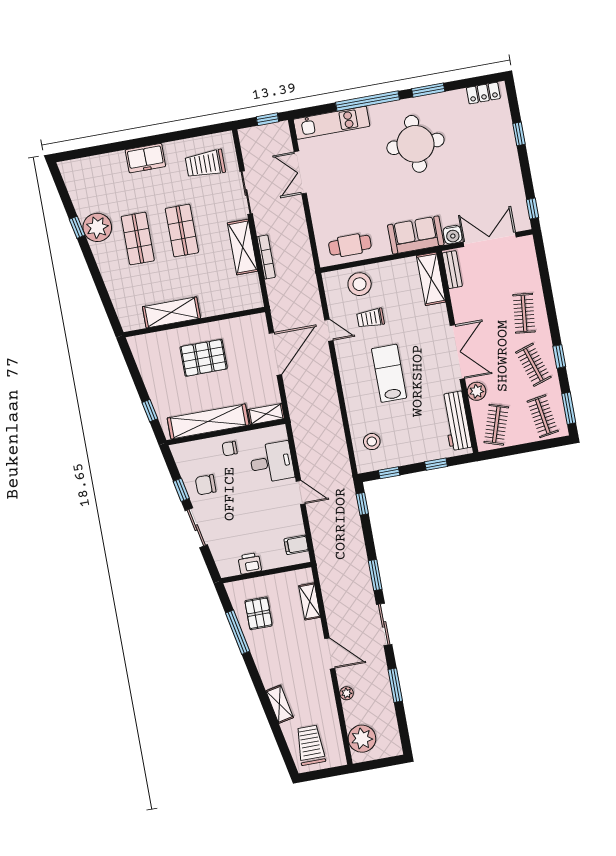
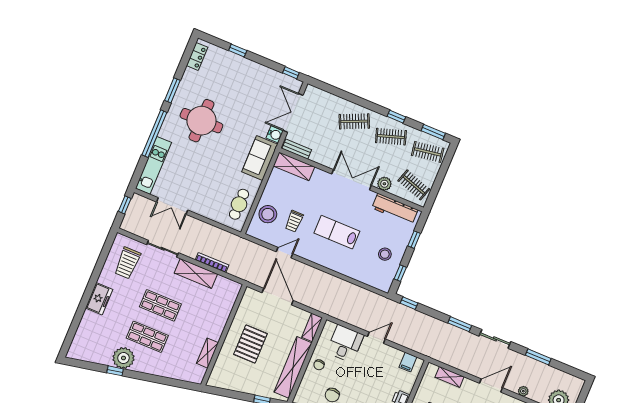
shelving: (171, 312) -> (208, 353), width x0.67, depth x0.75
clothes rail: (524, 313) -> (354, 121), turned -30
stool: (372, 442) -> (385, 254), moved

